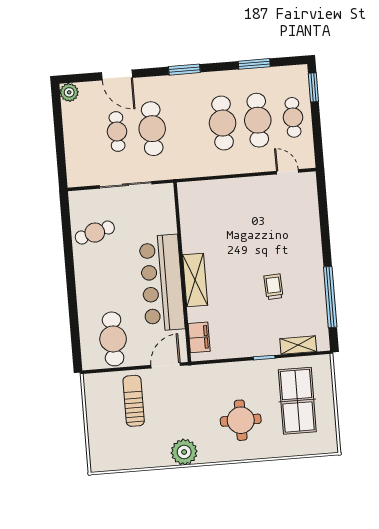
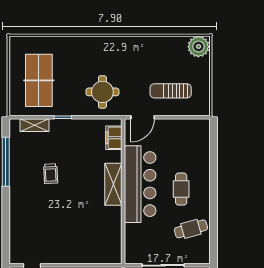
cafe table: (113, 339) -> (181, 189), moved, width x0.73, depth x0.74
sun lounger: (134, 401) -> (171, 91), turned 90
round table: (241, 420) -> (102, 92), moved
plant: (184, 452) -> (198, 47), moved

